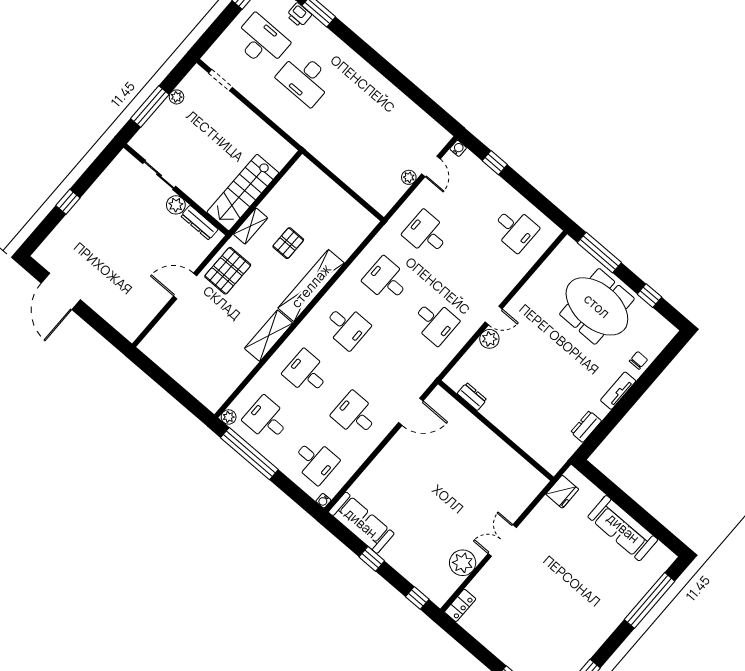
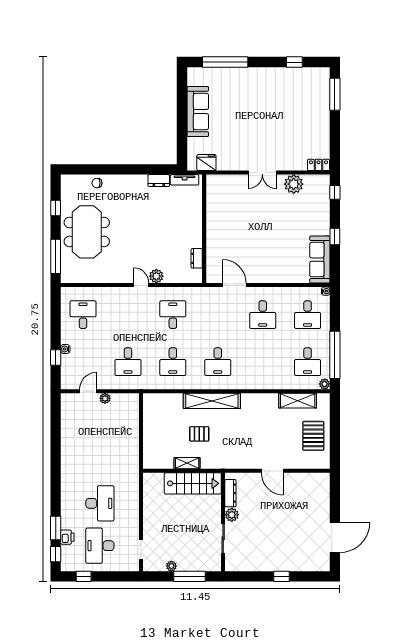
water cooler: (458, 148) -> (65, 349), moved
shelving: (251, 226) -> (187, 463), moved
pallet: (228, 271) -> (313, 436), moved, turned 90
desk: (347, 326) -> (218, 362), turned 180
shelving: (269, 336) -> (298, 401), moved
desk: (307, 373) -> (263, 362), removed
tv unit: (618, 391) -> (185, 180), moved
desk: (315, 461) -> (308, 315), turned 180

